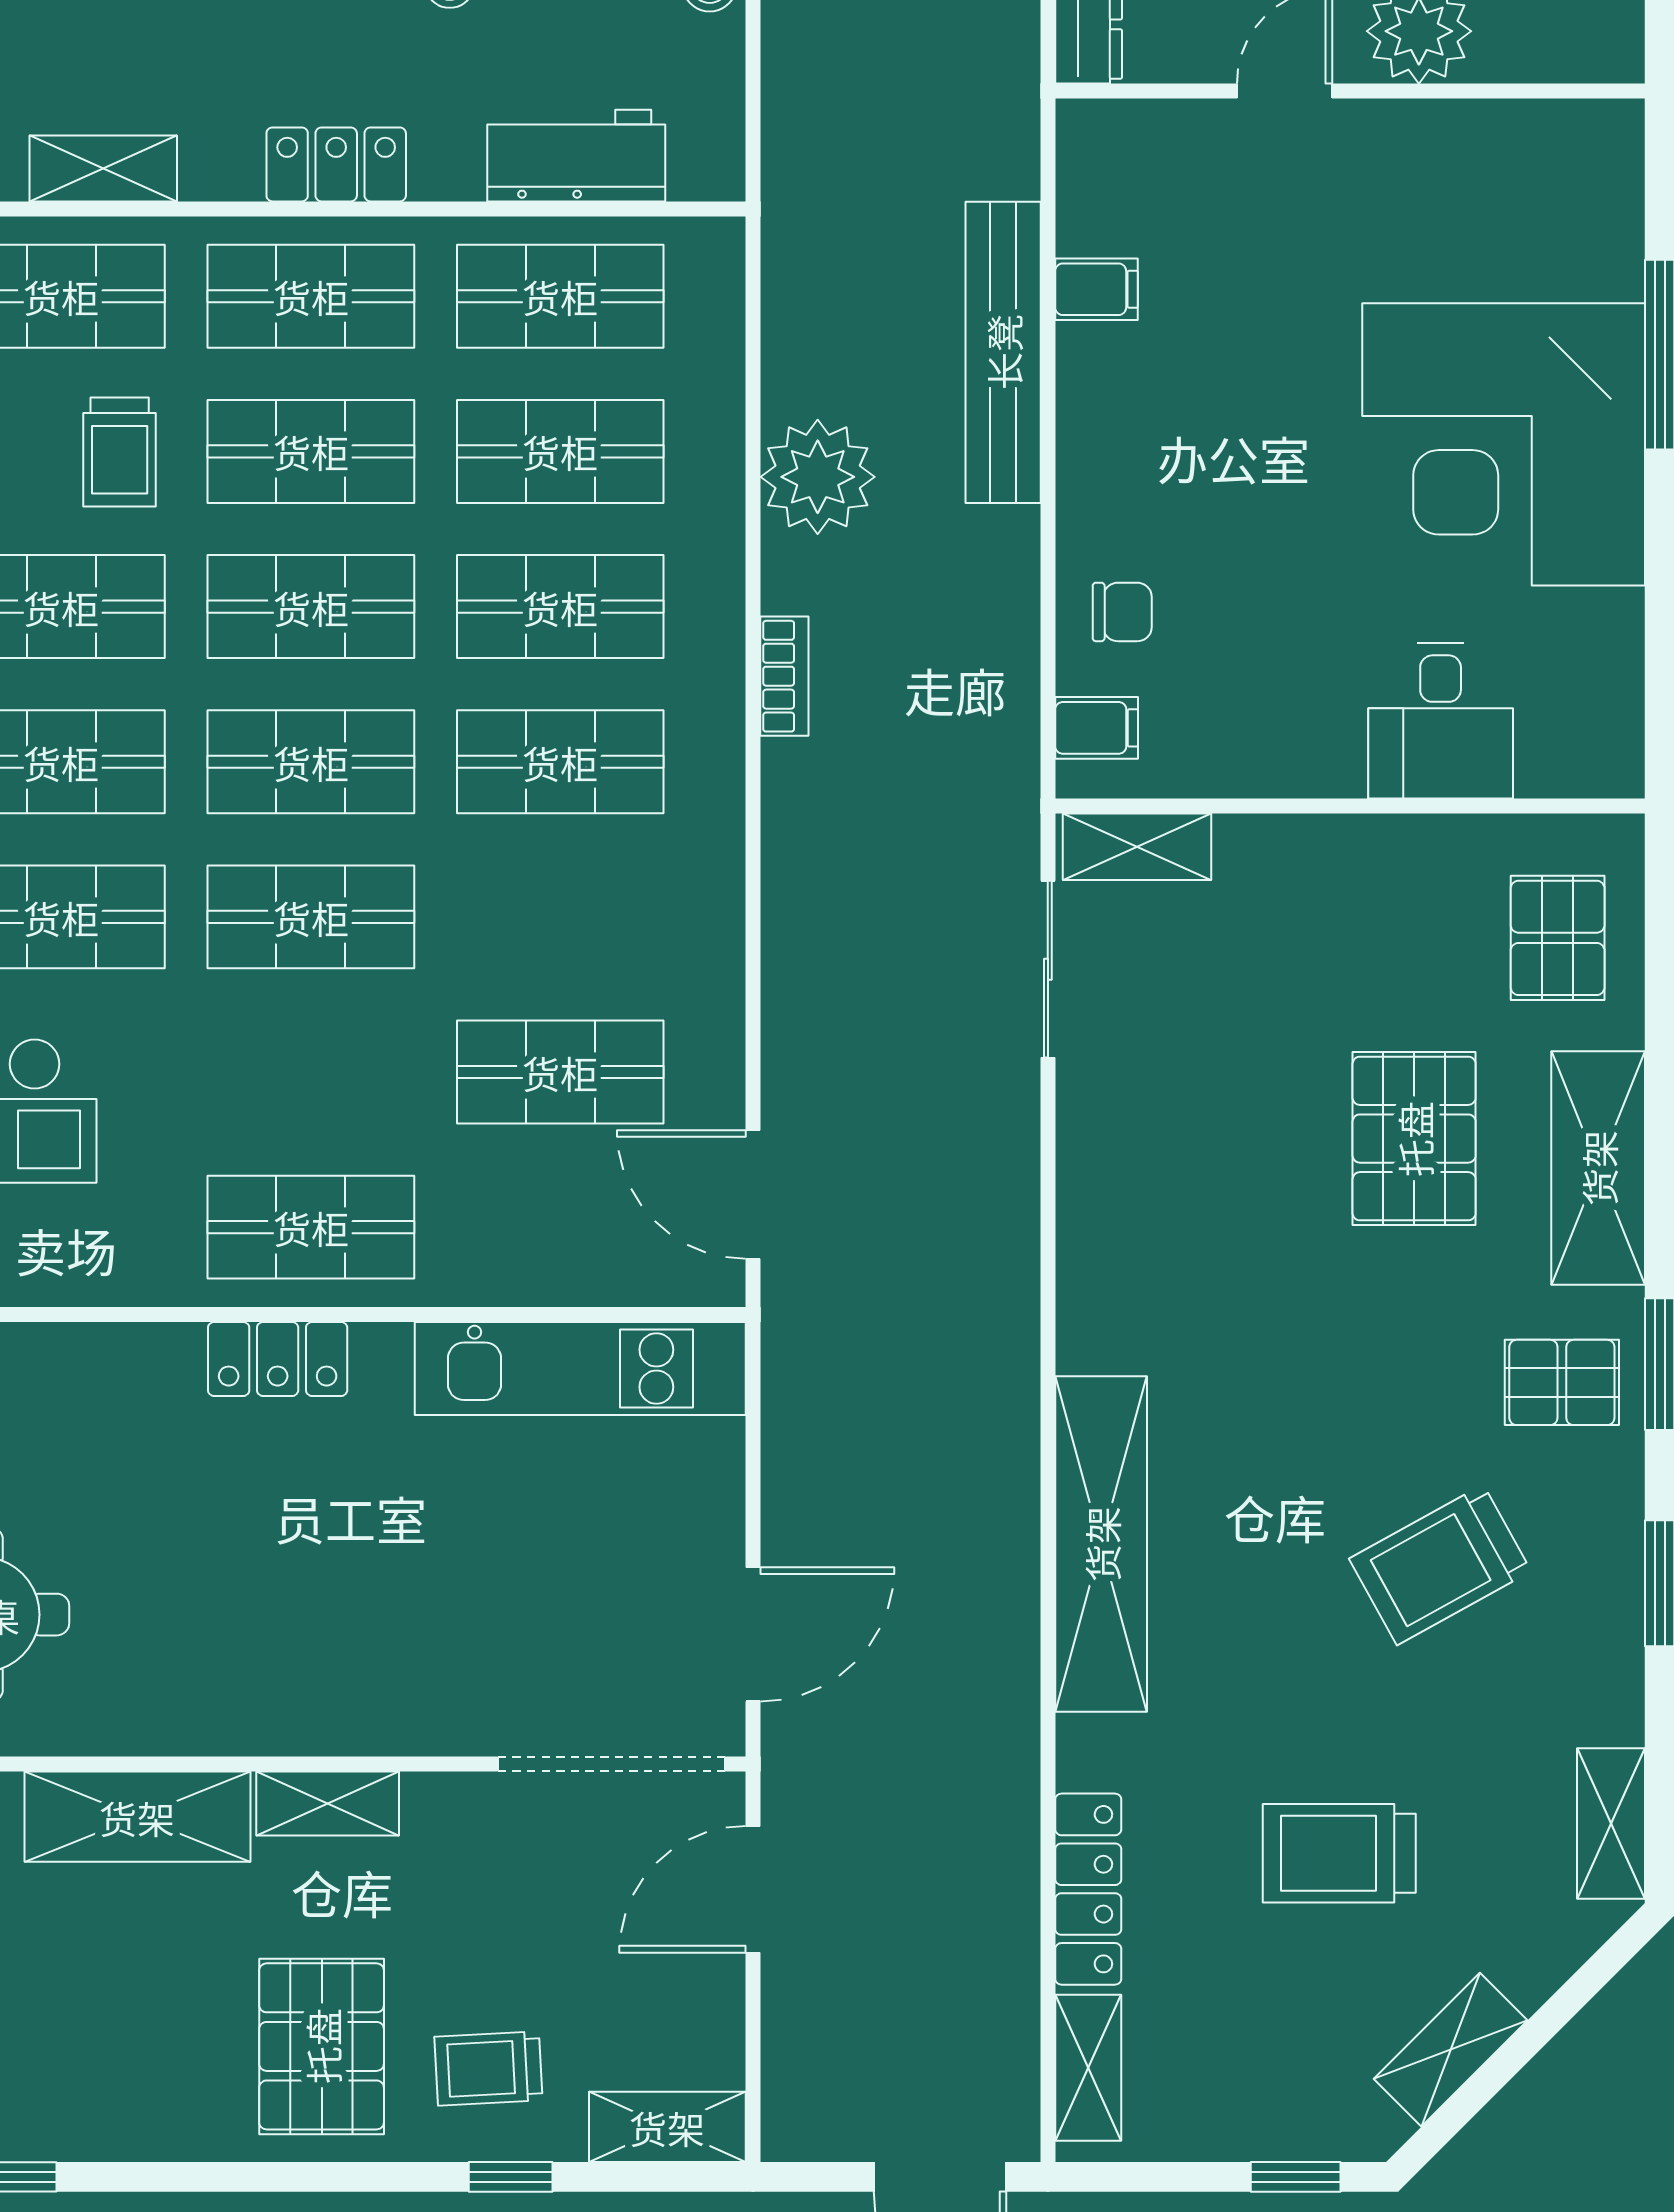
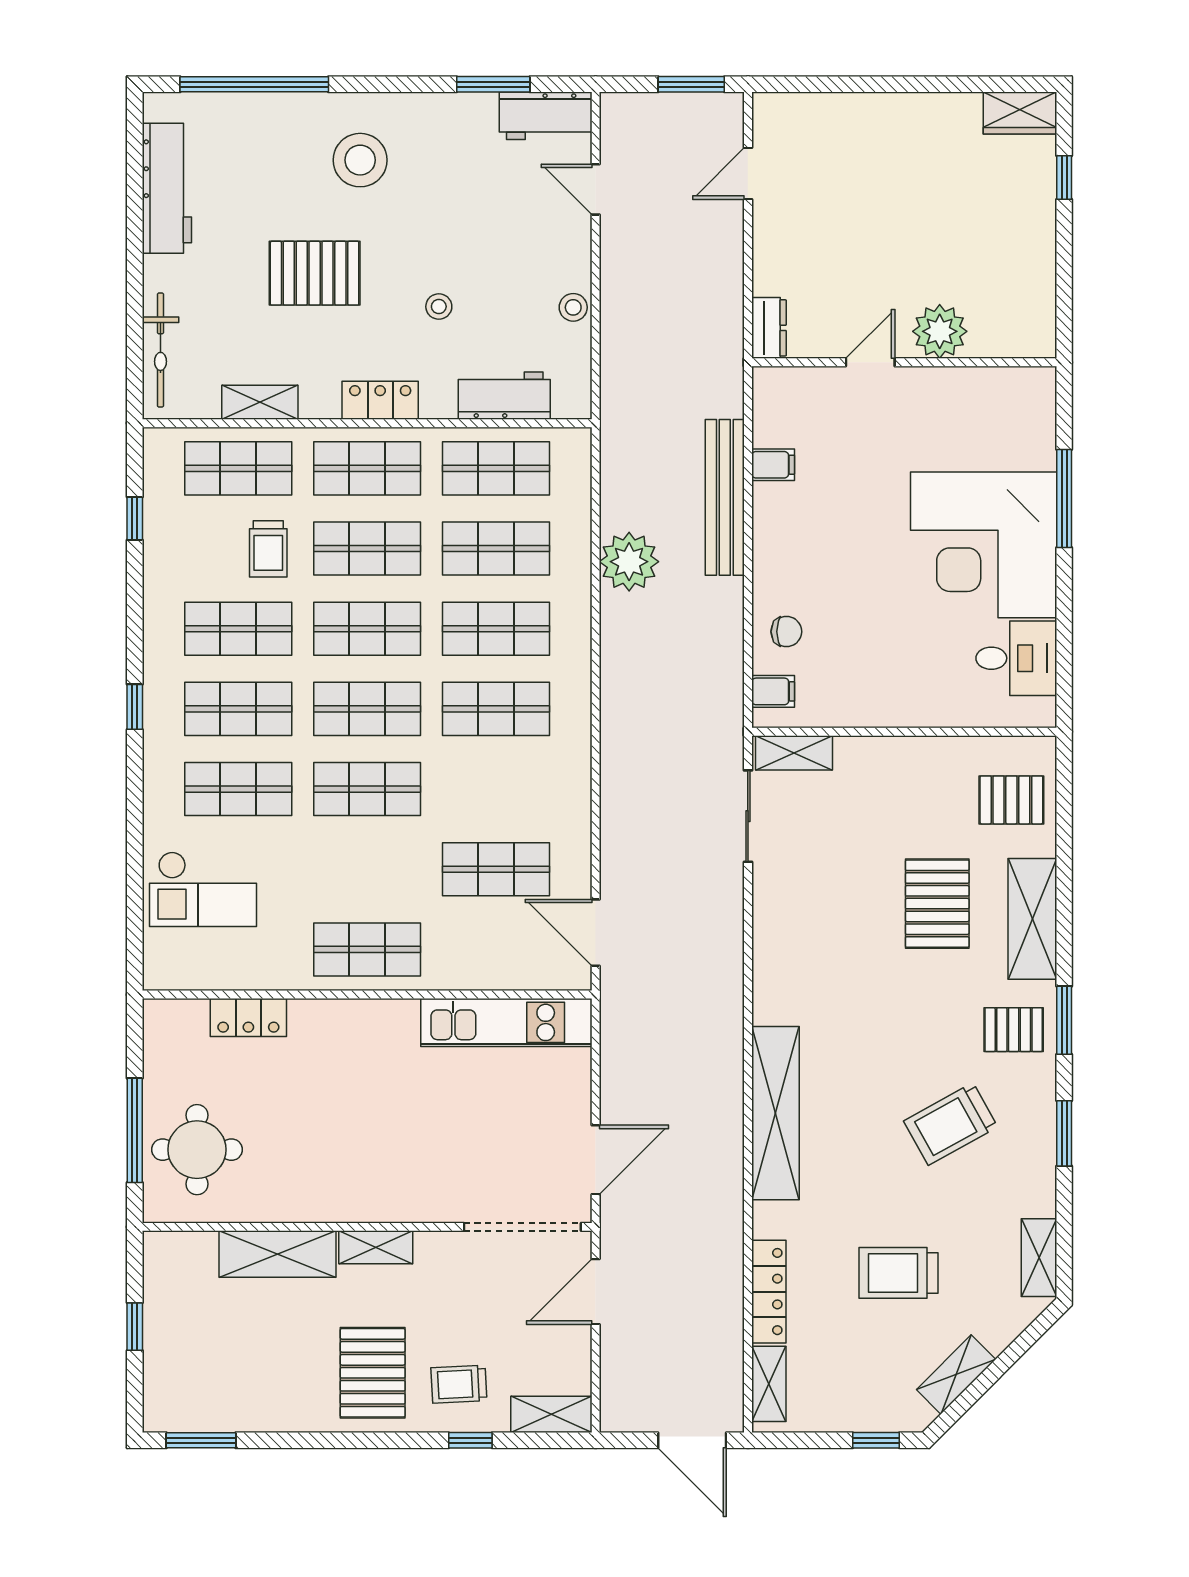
bookcase: (784, 676) -> (612, 665), removed
desk: (1441, 721) -> (1016, 658), moved, turned -90
pallet: (1558, 938) -> (1011, 800), turned 90
locker: (278, 1359) -> (248, 1018), moved

